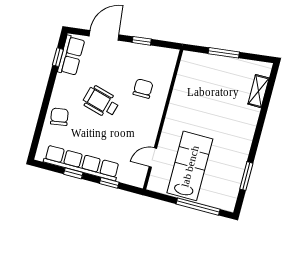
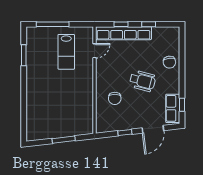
shelving: (258, 91) -> (31, 119), removed
row of seats: (82, 163) -> (123, 33), moved
lab bench: (190, 166) -> (66, 52), width x0.73, depth x0.72

